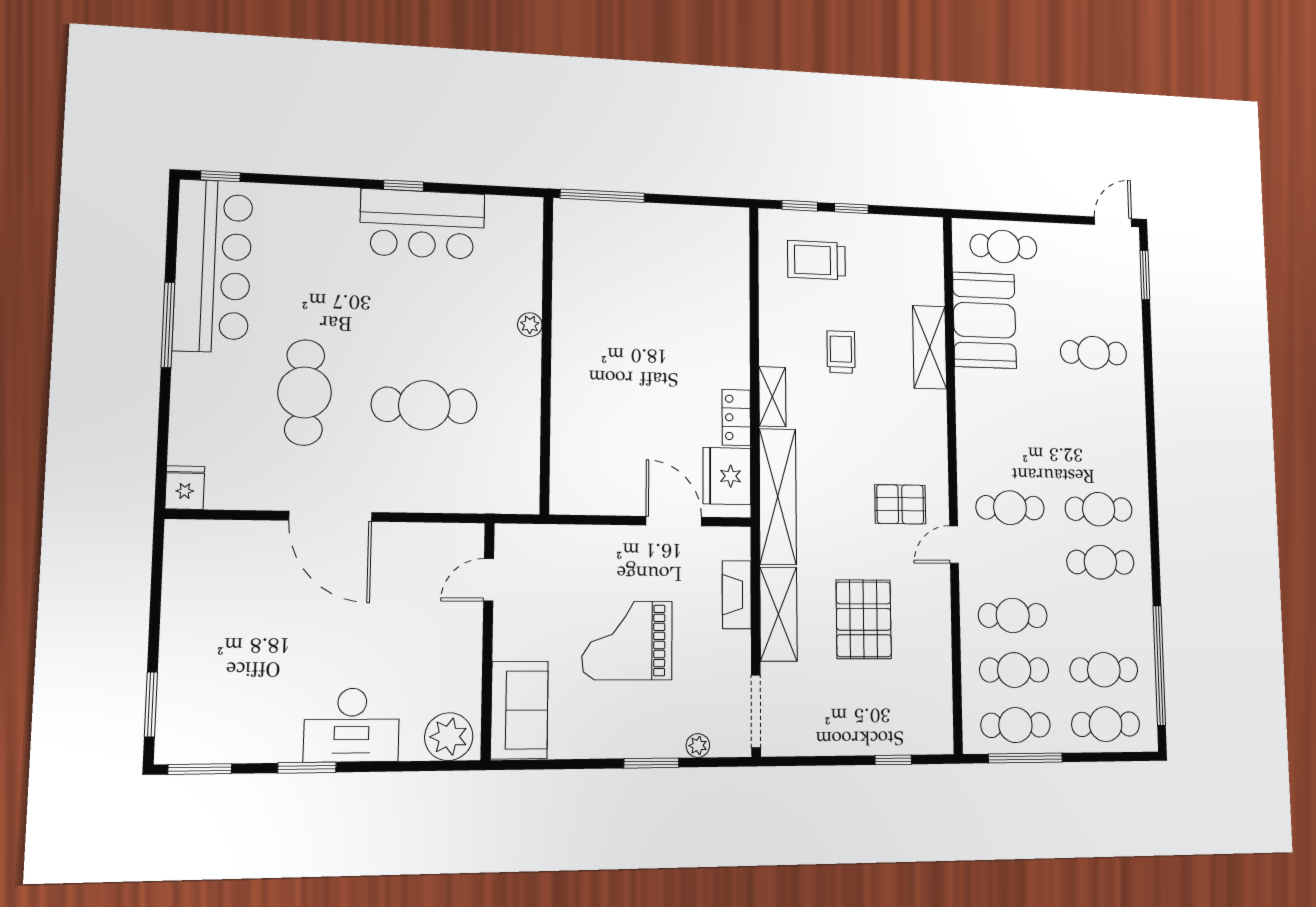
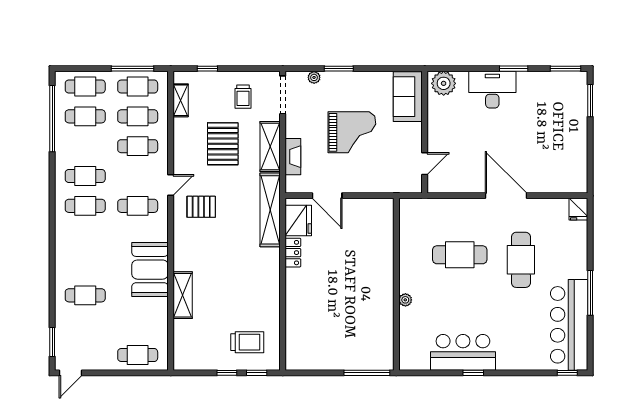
booth: (984, 320) -> (150, 270), moved
trolley: (841, 352) -> (243, 97), moved
shelving: (772, 397) -> (181, 100), moved

